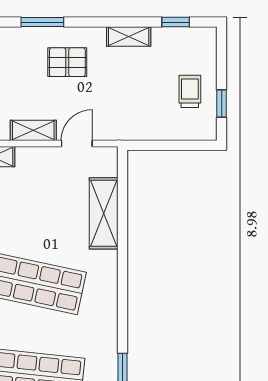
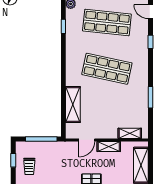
window: (166, 145) -> (41, 139), added

